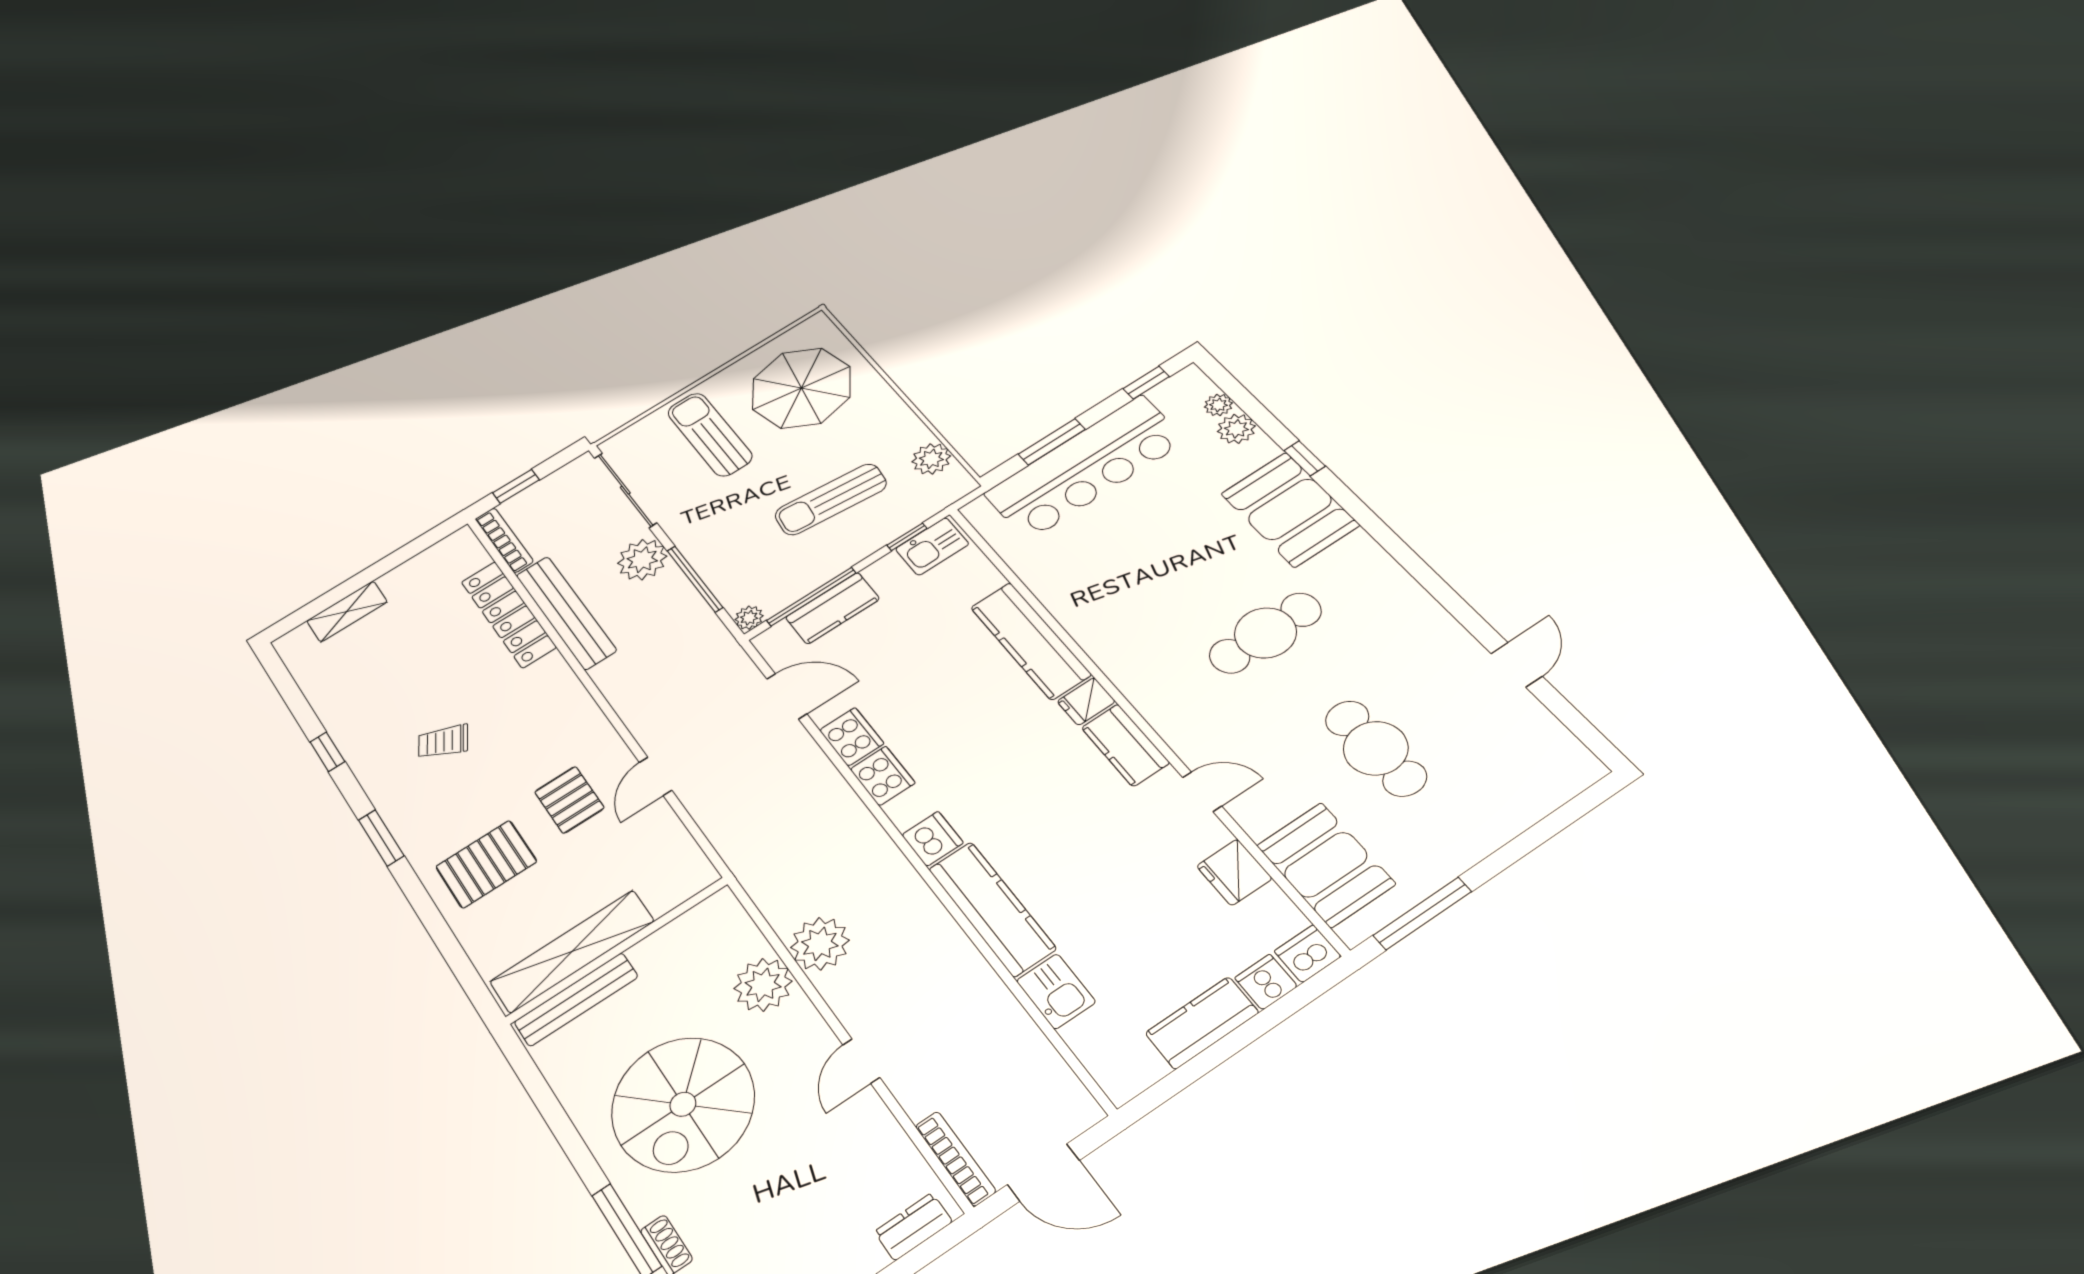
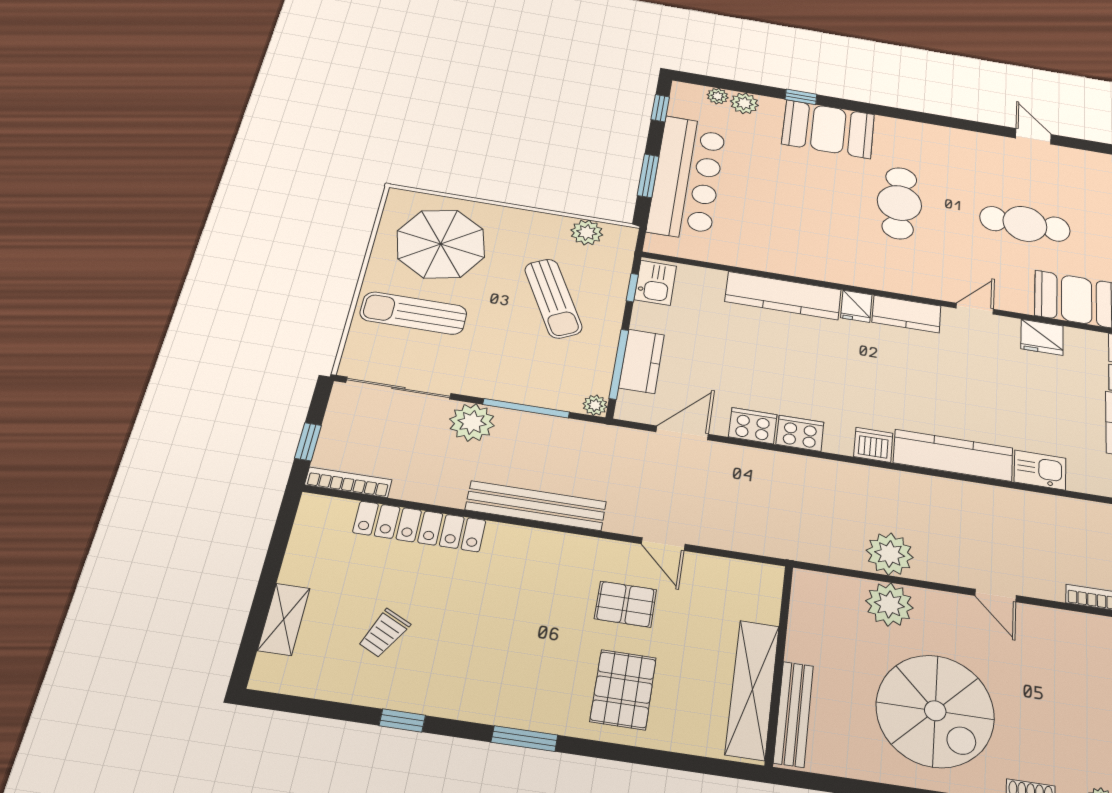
sun lounger: (831, 499) -> (553, 298), turned -33
bench: (566, 613) -> (536, 506), moved
trolley: (443, 742) -> (384, 633), moved

